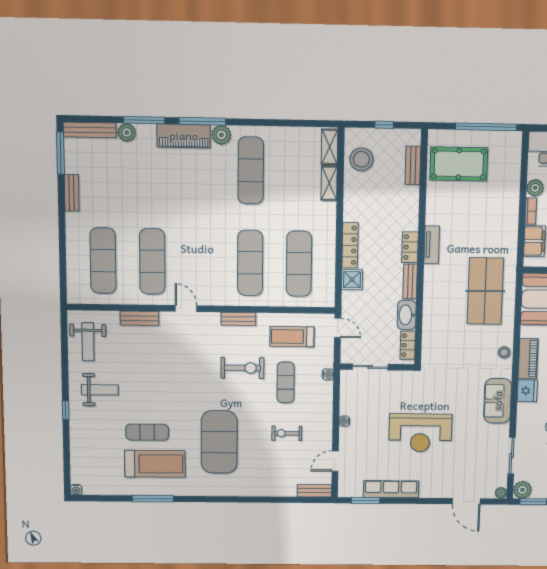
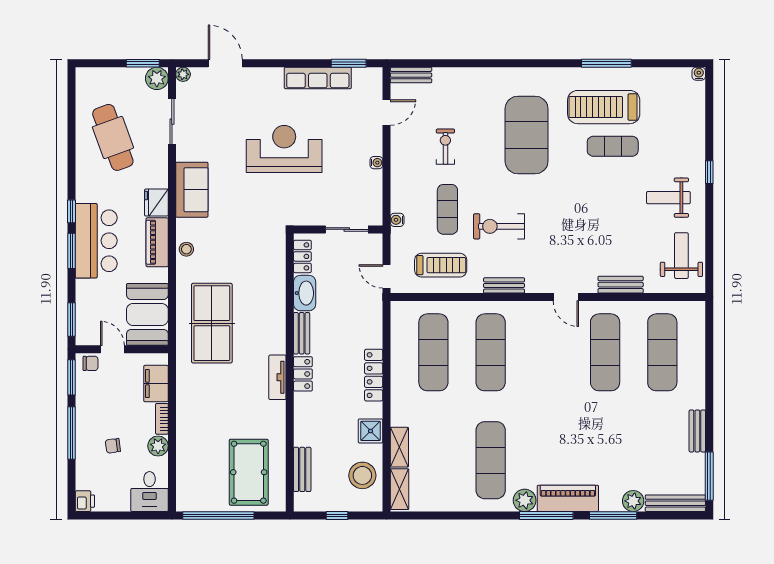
pool table: (459, 164) -> (249, 472), turned 90
shower: (352, 280) -> (370, 431), moved
exercise bike: (287, 433) -> (445, 147), turned -90

